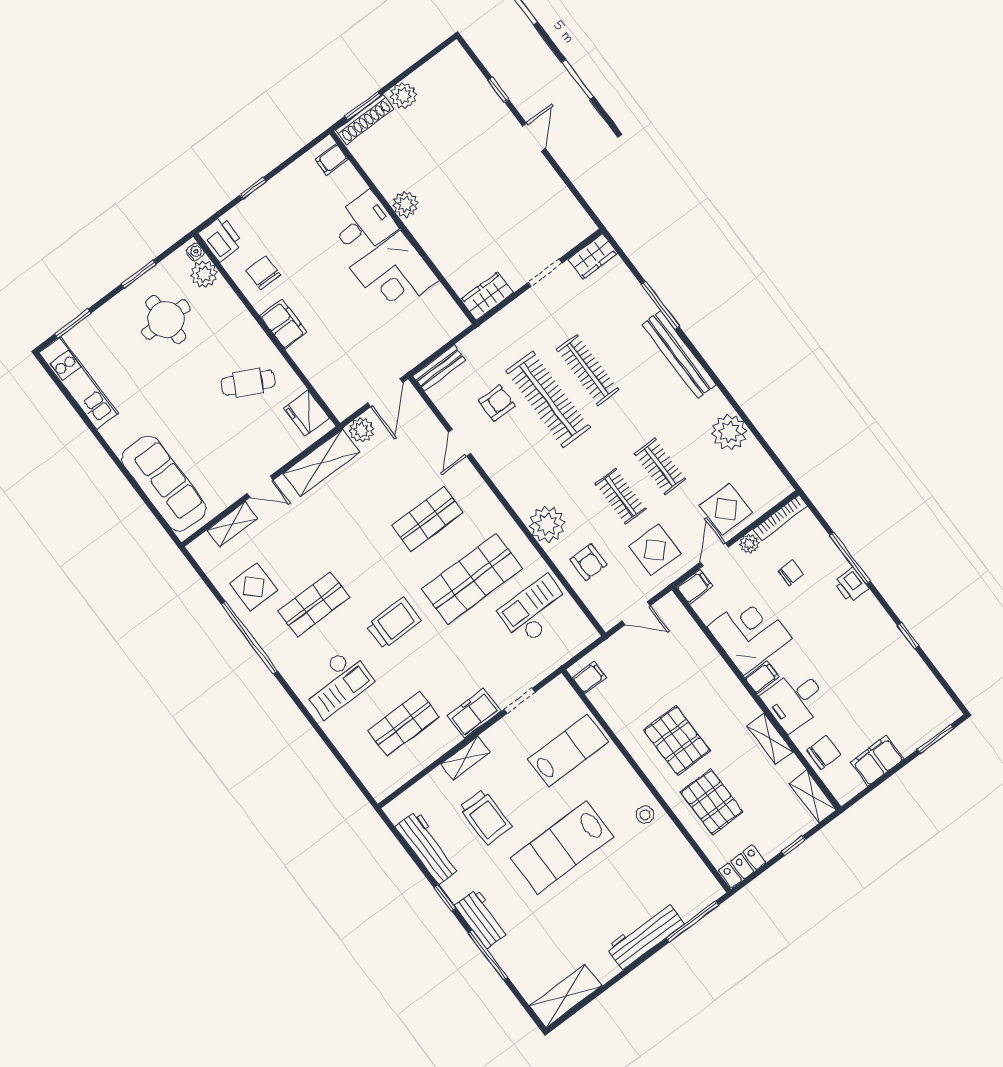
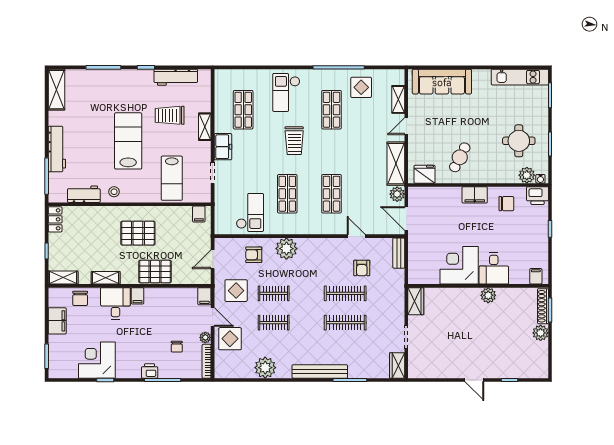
clothes rail: (548, 399) -> (345, 293), width x0.73, depth x0.76
shop shelf: (472, 579) -> (287, 194), width x0.70, depth x0.74
corner desk: (749, 633) -> (97, 360), moved, turned 180
pallet: (712, 802) -> (155, 272), moved
workbench: (482, 919) -> (84, 194), moved, turned 180

